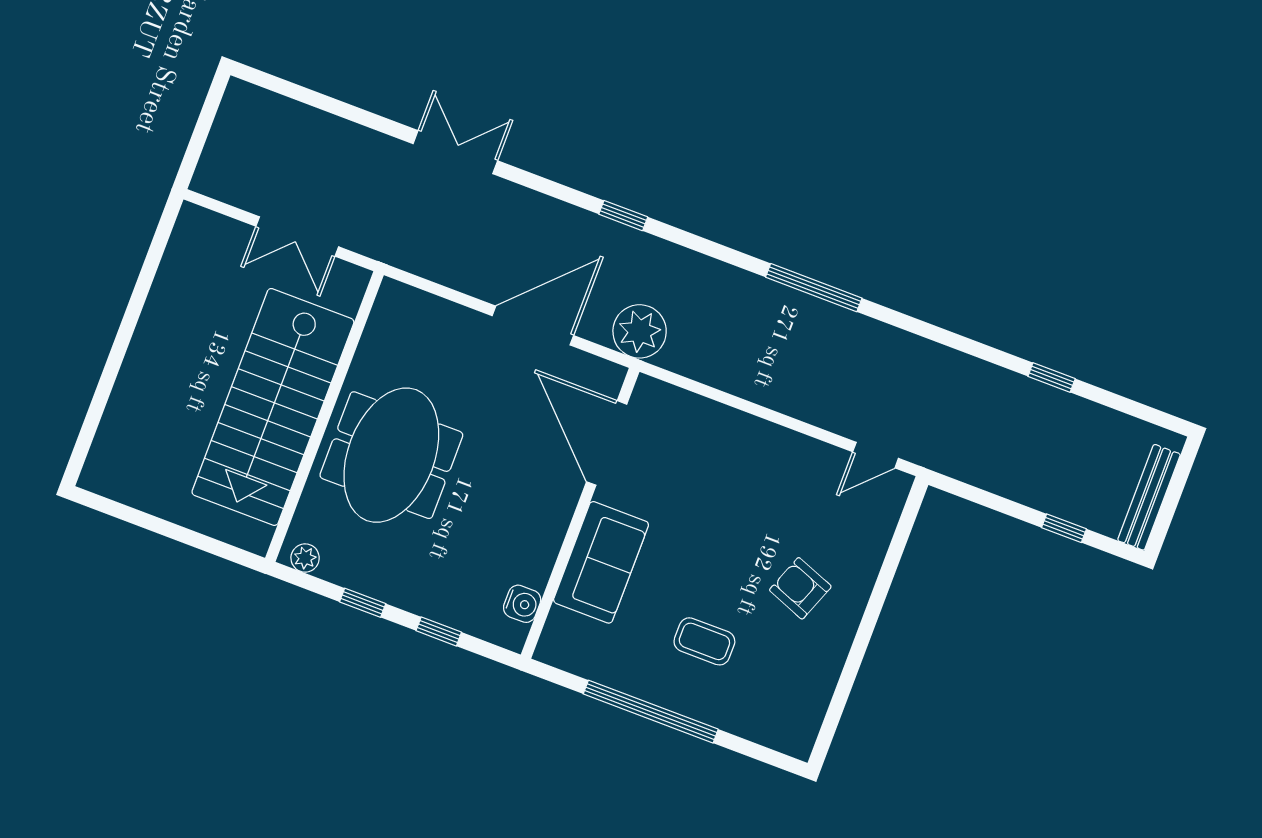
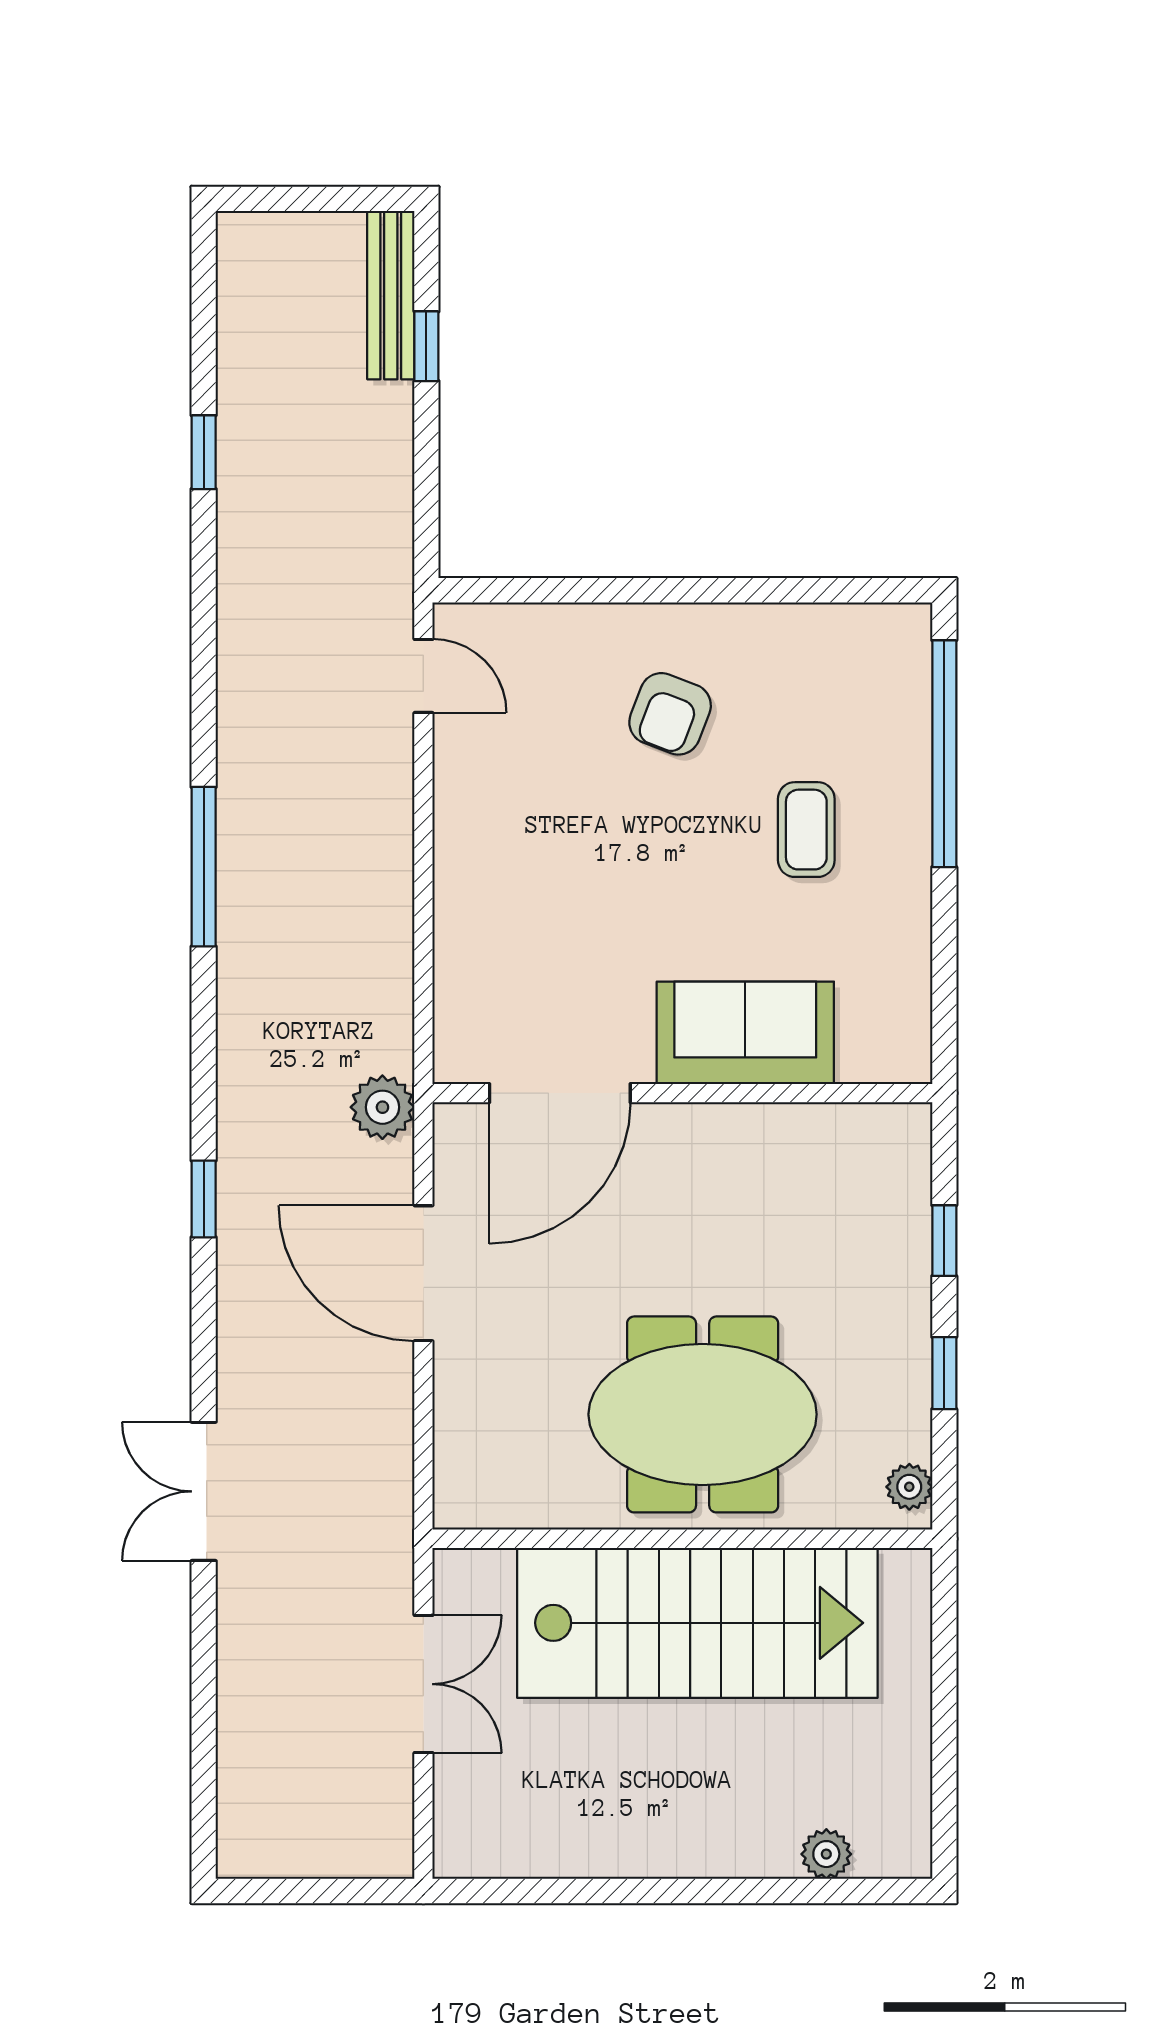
plant: (640, 331) -> (382, 1107), width x0.73, depth x0.73
plant: (112, 431) -> (826, 1854), added
bench: (1149, 497) -> (391, 295), moved, turned 90
water cooler: (522, 604) -> (854, 1129), removed
window: (651, 712) -> (944, 754), moved

